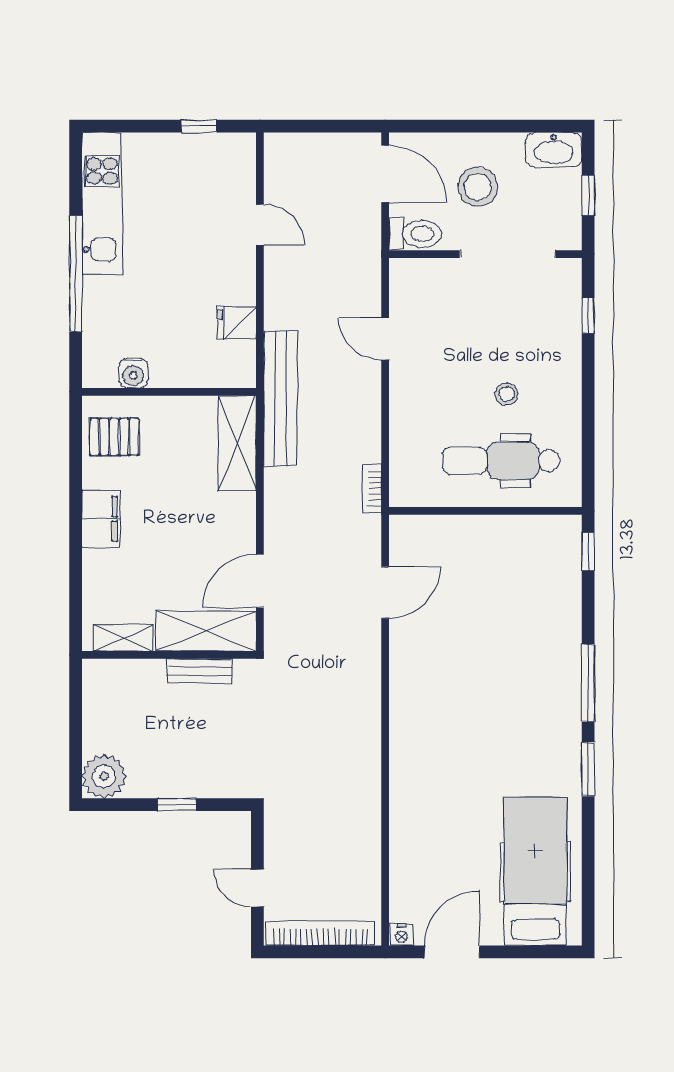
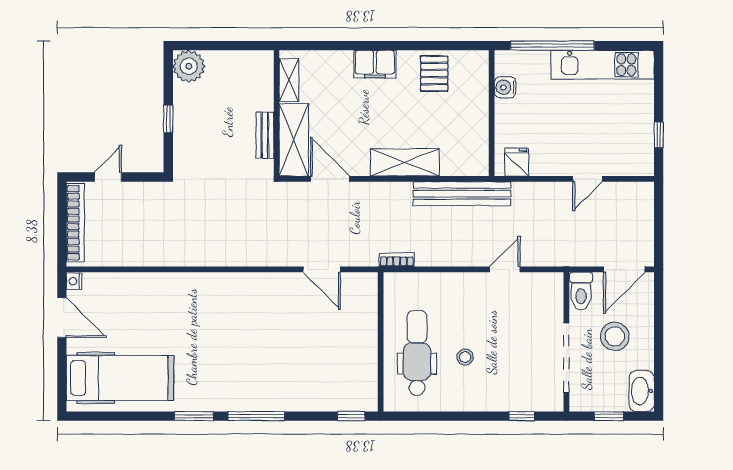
water cooler: (133, 373) -> (505, 87), moved
wall: (169, 392) -> (492, 113), moved
shelving: (237, 443) -> (405, 162), moved

